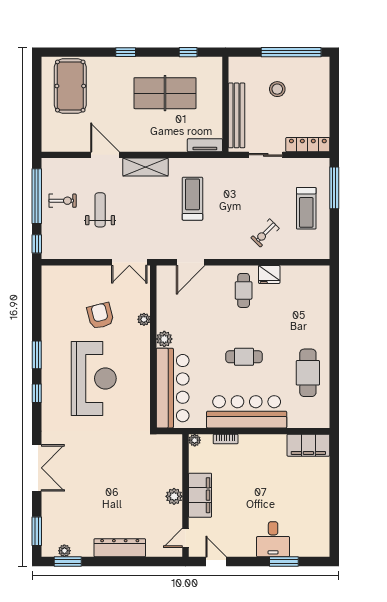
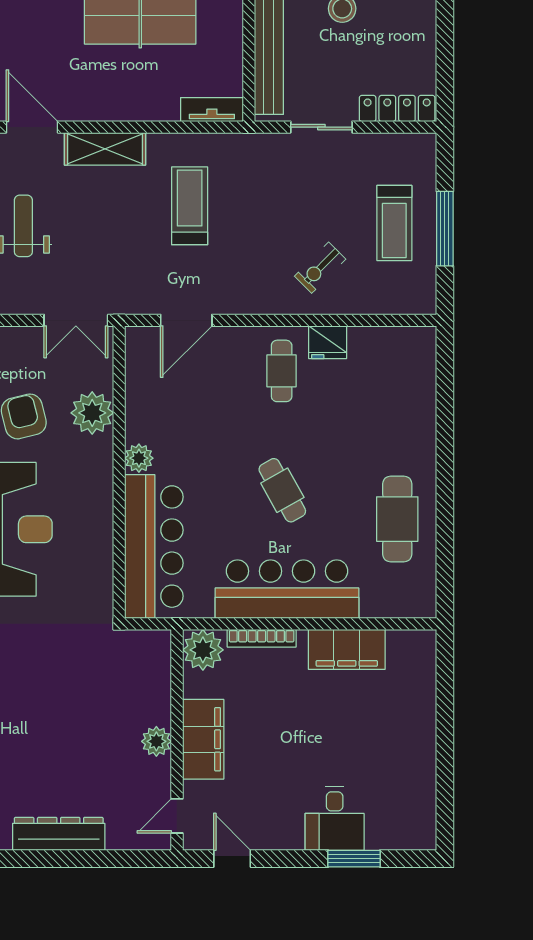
window: (334, 188) -> (445, 229), moved
plant: (144, 319) -> (92, 413), width x1.87, depth x1.87
cafe table: (244, 357) -> (282, 490), turned 61
bookcase: (226, 439) -> (262, 638), width x1.56
plant: (195, 440) -> (203, 650), width x1.88, depth x1.88
filing cabinet: (308, 445) -> (347, 649), moved

